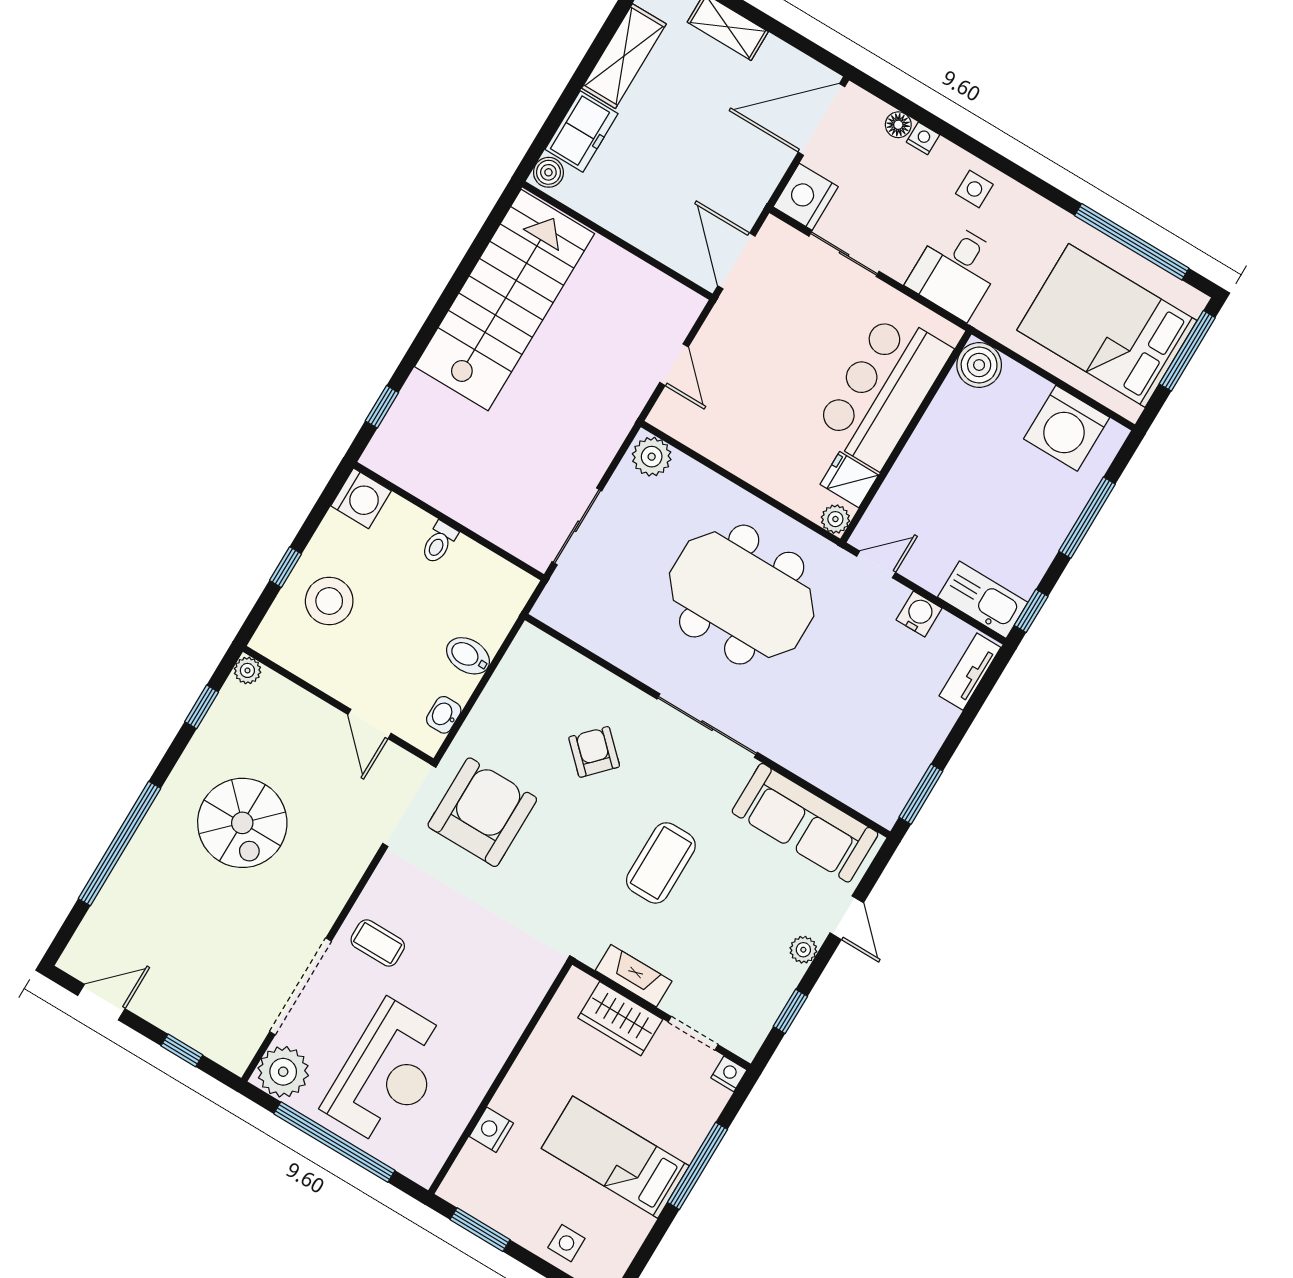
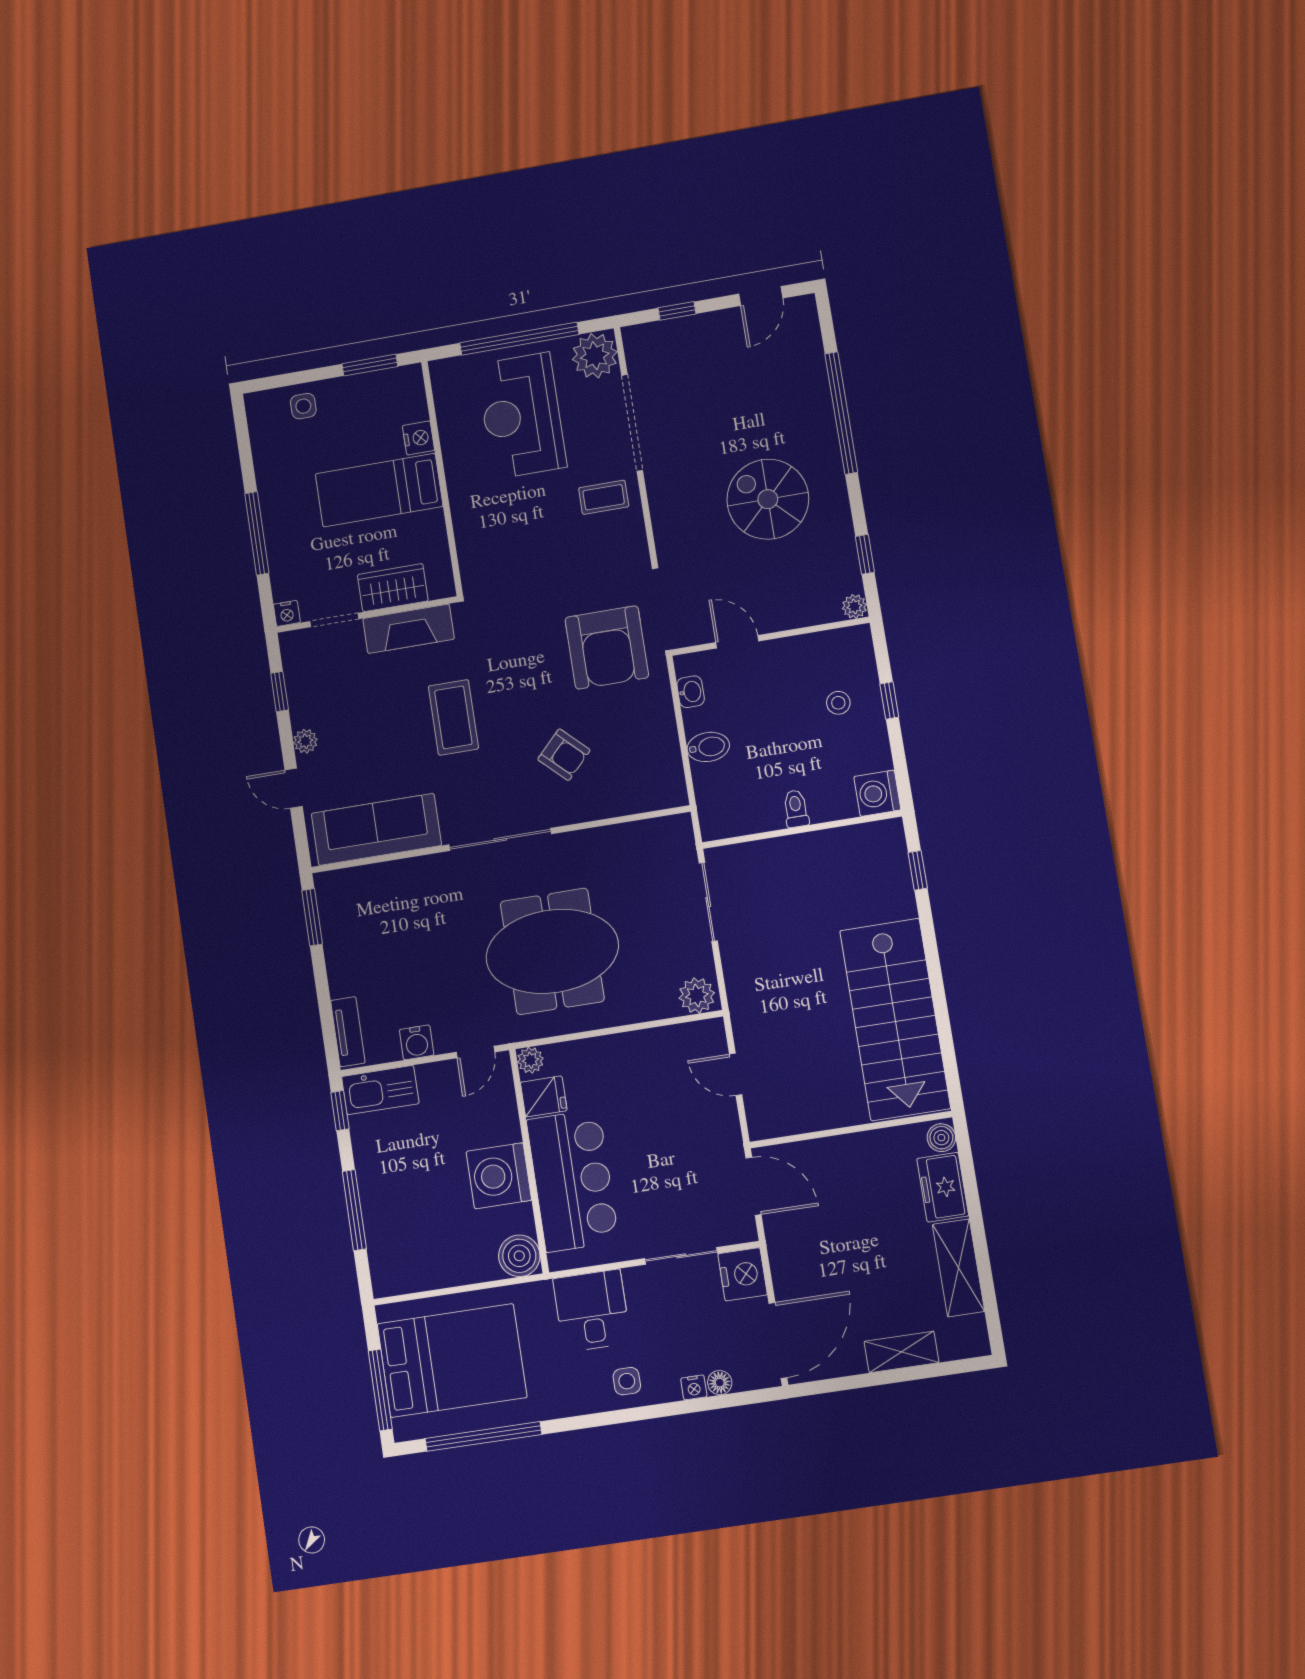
washing machine: (1067, 428) -> (499, 1176), moved, turned -90
stool: (329, 601) -> (838, 703), width x0.53, depth x0.53
fireplace: (634, 976) -> (409, 629), width x1.37, depth x1.32
bed: (615, 1157) -> (379, 490), moved, turned 180

